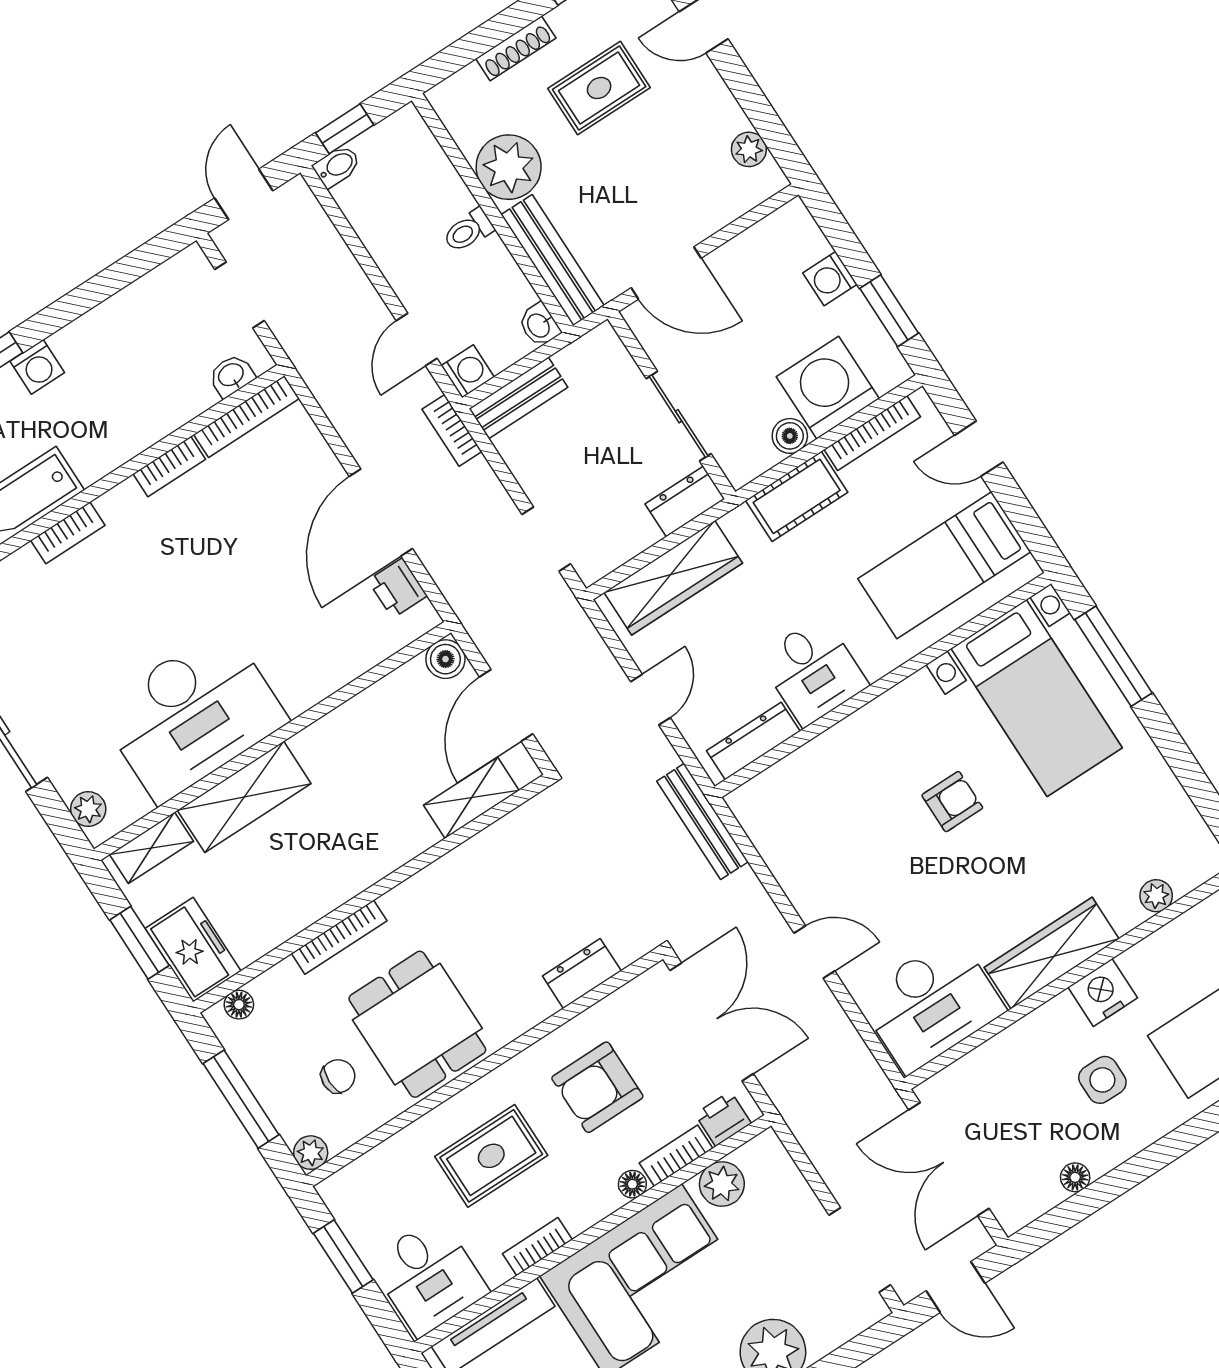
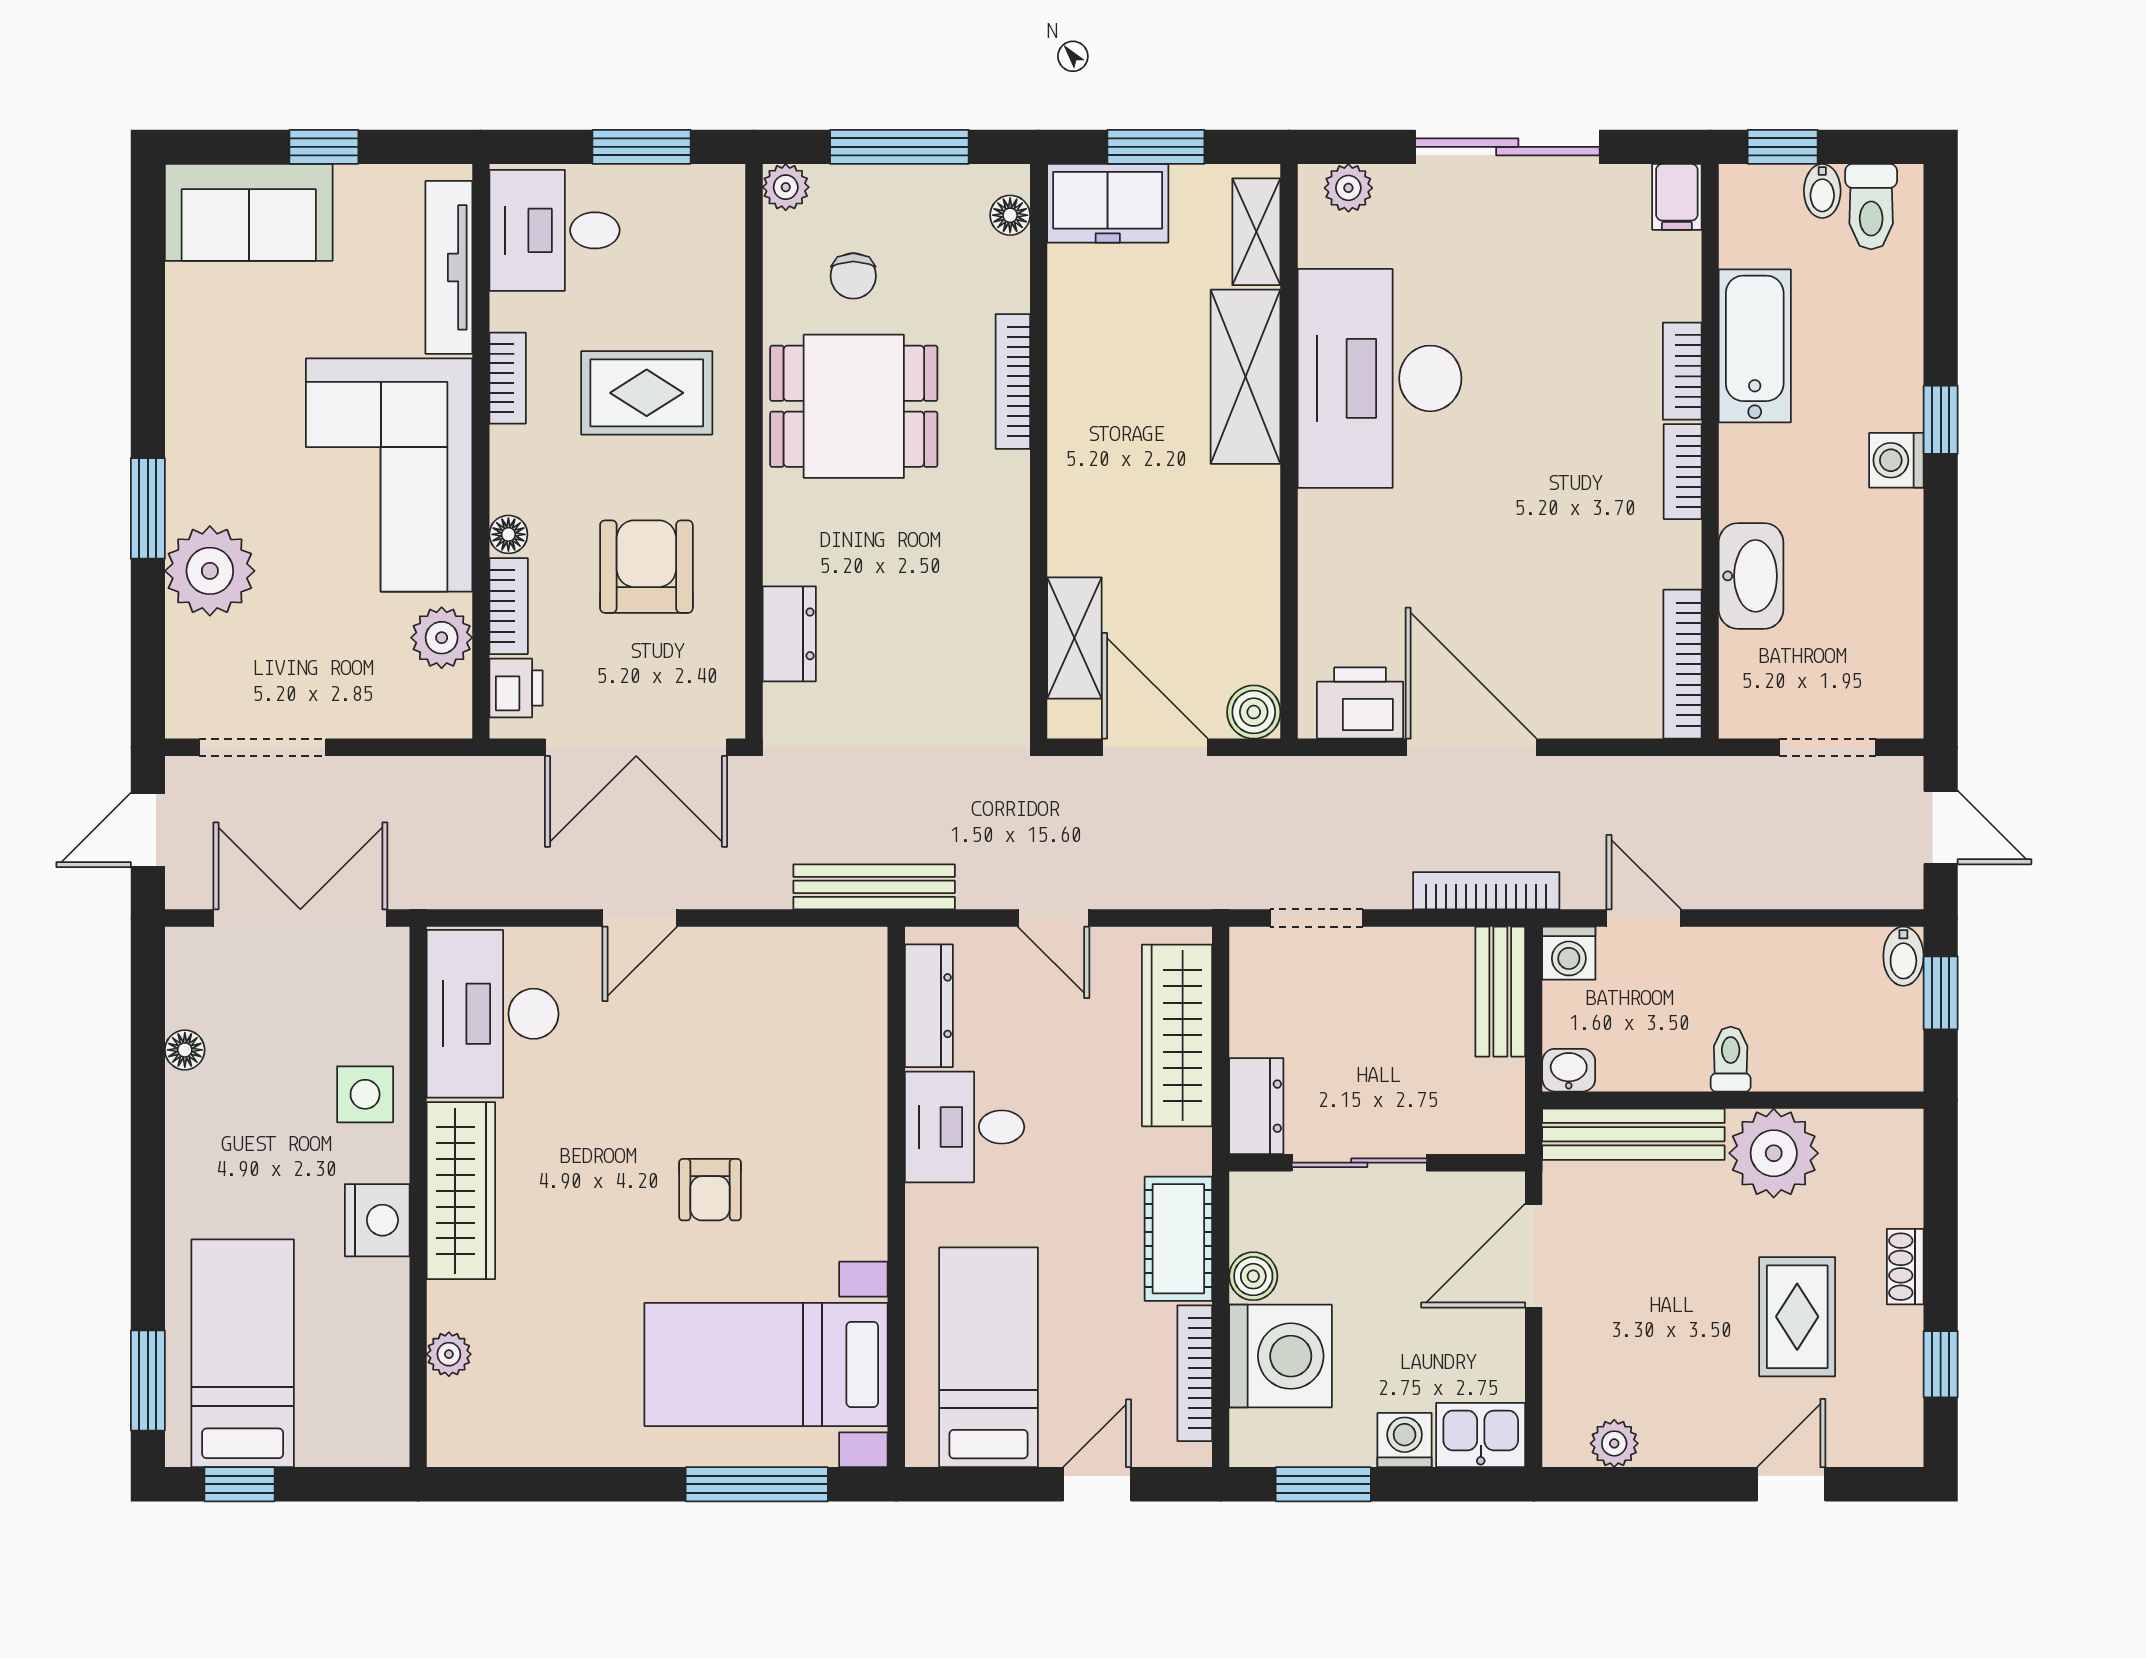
shoe rack: (516, 48) -> (1905, 1267), width x0.70
kitchen sink: (797, 234) -> (1481, 1435), added
washbasin: (231, 376) -> (1751, 576), moved, width x1.91, depth x1.45
bookcase: (452, 430) -> (1486, 891), width x1.56
bookcase: (169, 466) -> (1683, 472), moved
printer: (398, 588) -> (1360, 703), width x1.36, depth x1.24
side table: (1102, 1080) -> (365, 1094), moved
rug: (491, 1156) -> (647, 393), turned 90

